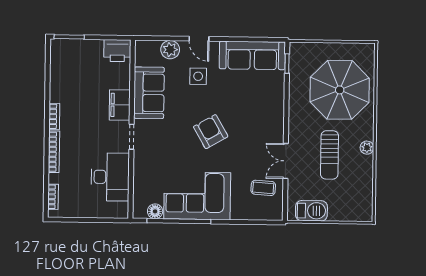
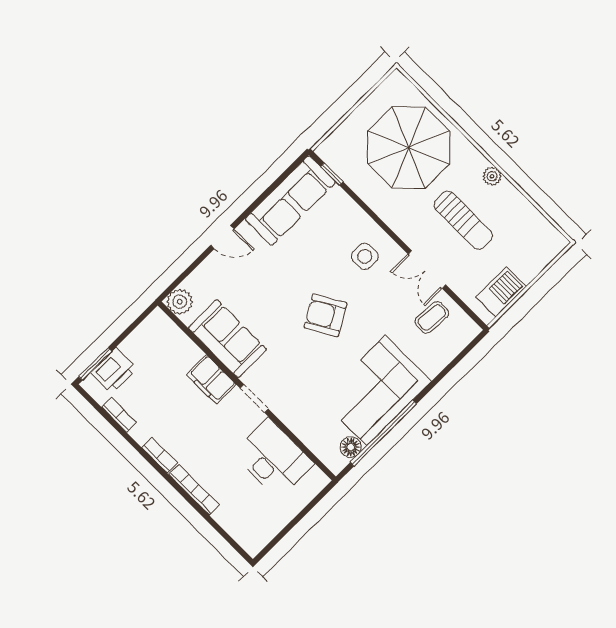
plant: (170, 50) -> (180, 302), moved
printer: (117, 51) -> (114, 371), moved
side table: (198, 76) -> (365, 256), moved
bookcase: (53, 197) -> (119, 415), moved

